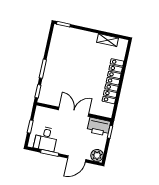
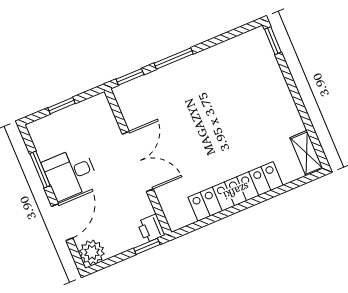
shelving: (108, 40) -> (306, 153), moved
printer: (99, 127) -> (151, 228), width x0.53, depth x0.68
desk: (46, 139) -> (70, 174), moved
door: (77, 159) -> (62, 222), swing flipped

